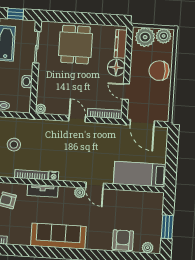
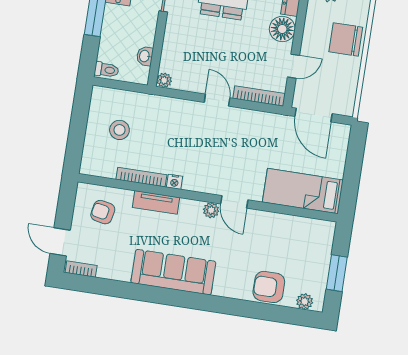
washbasin: (27, 82) -> (145, 56), moved
door: (126, 92) -> (293, 66), swing flipped
armchair: (123, 240) -> (269, 287), turned -90

